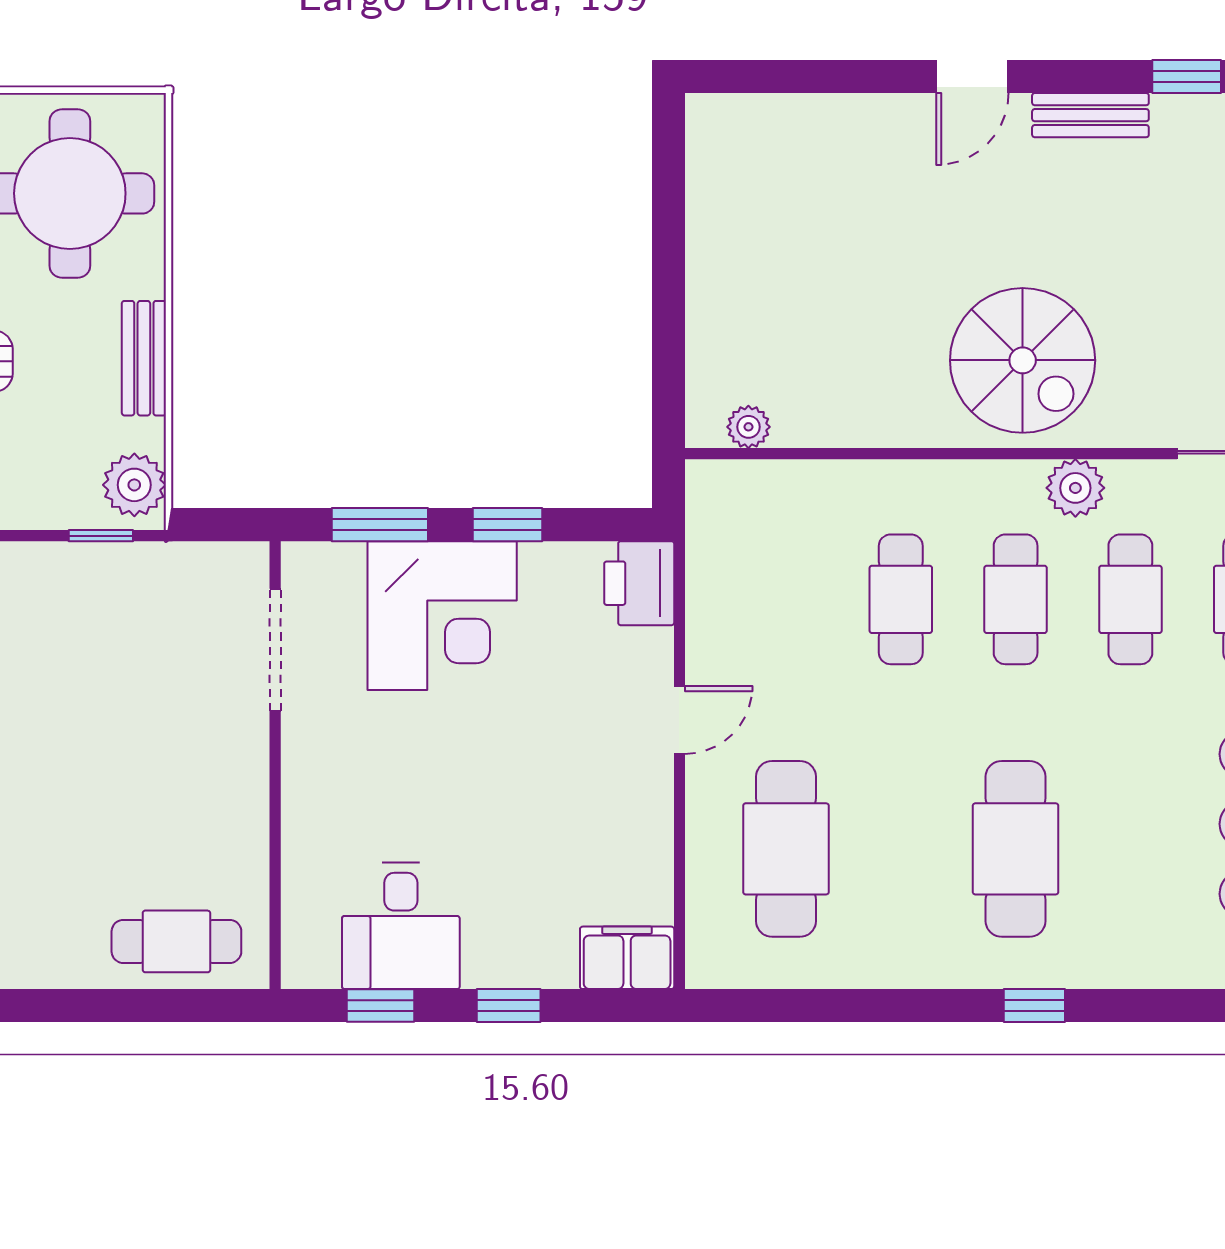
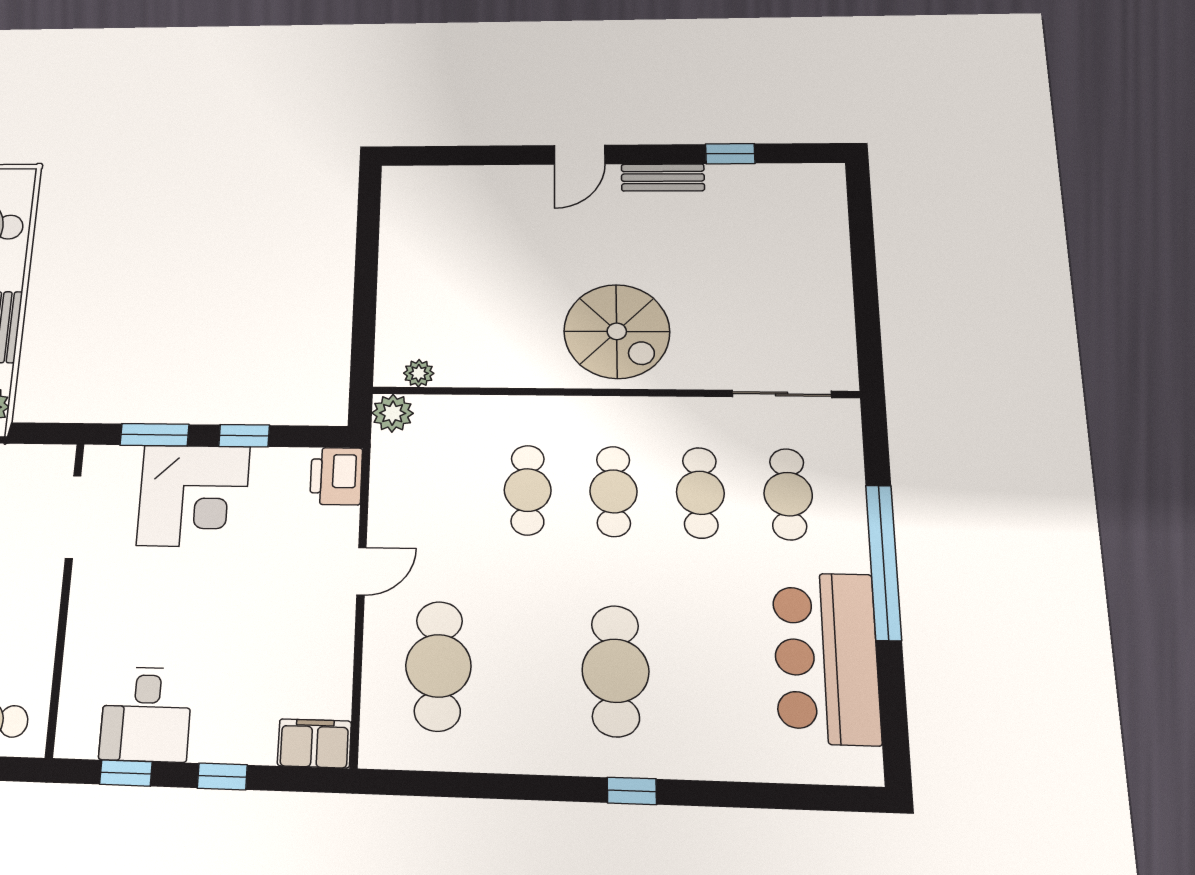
plant: (1075, 488) -> (393, 413), moved

